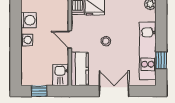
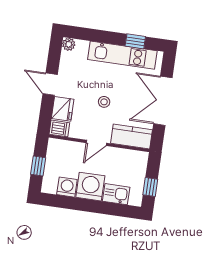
washing machine: (27, 40) -> (90, 187), width x1.89, depth x1.89
kitchen sink: (61, 75) -> (116, 194), moved, turned 180
double door: (114, 91) -> (163, 101), width x1.37

